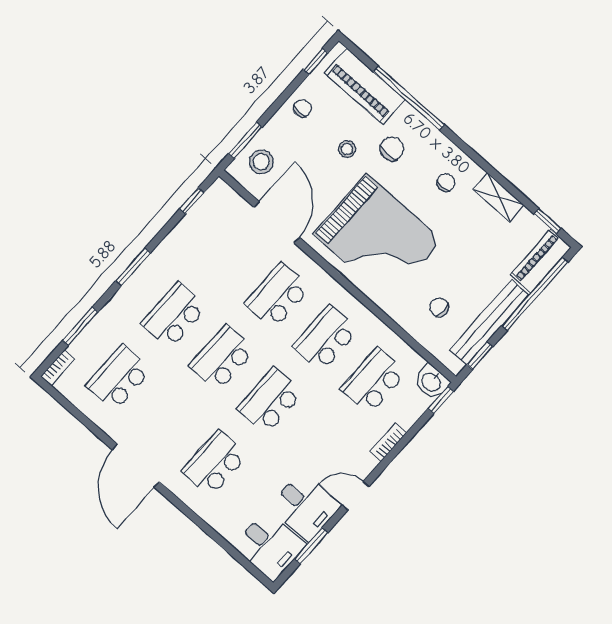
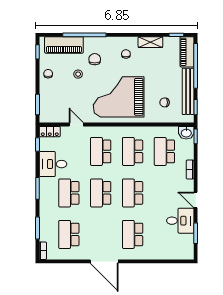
stool: (261, 162) -> (51, 107), removed
locker: (228, 198) -> (50, 132), added
door: (277, 222) -> (76, 124), width x0.53
grand piano: (377, 237) -> (119, 97), turned 180
door: (356, 496) -> (196, 200), hinge flipped
desk: (270, 546) -> (53, 164), moved, turned 180

